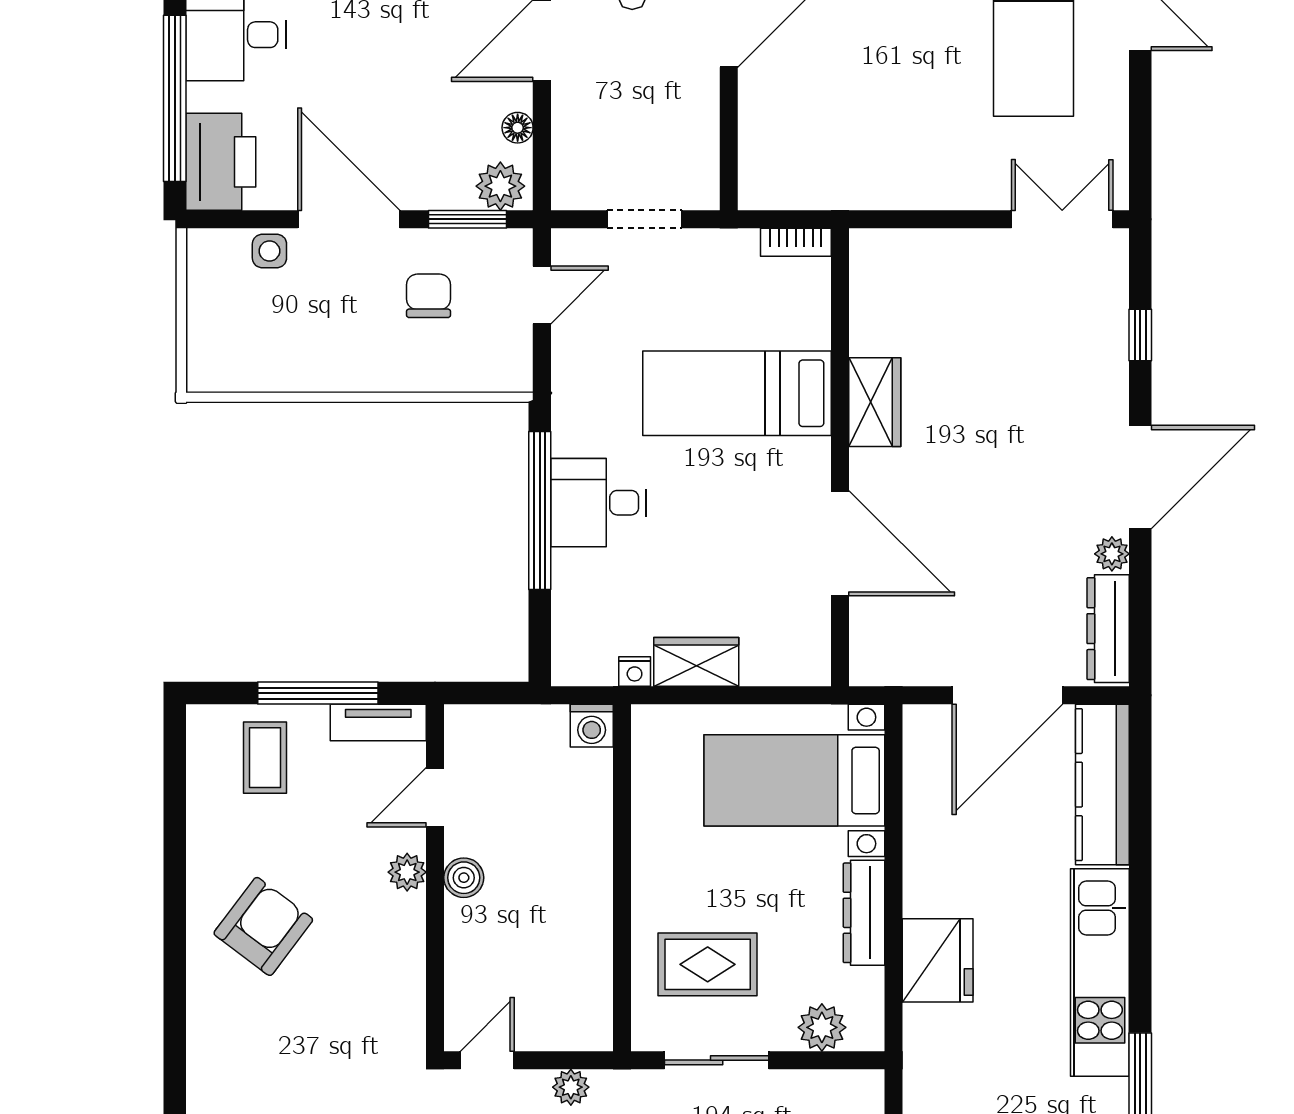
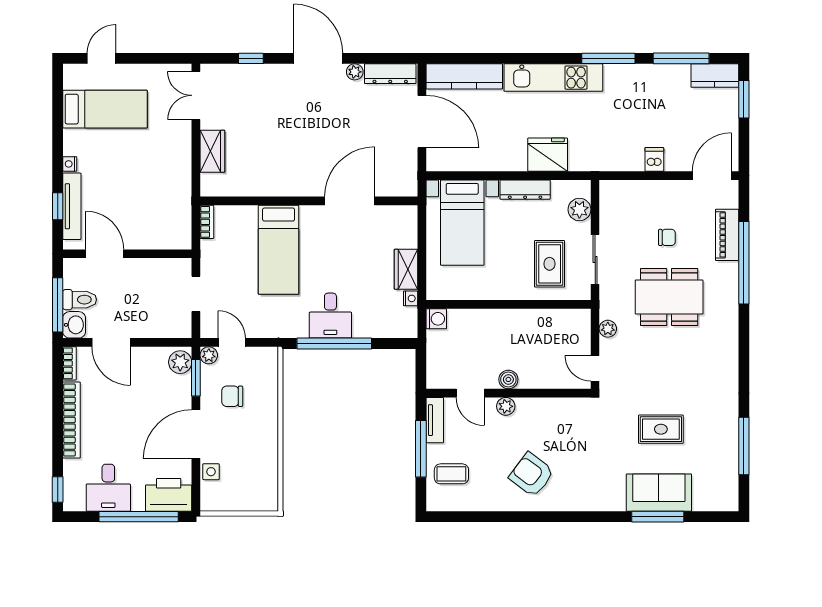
floor lamp: (518, 128) -> (152, 354), removed
plant: (515, 246) -> (209, 355), added
wardrobe: (875, 402) -> (212, 151), moved, turned 90

